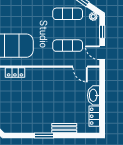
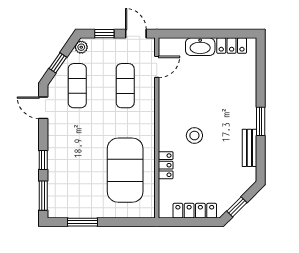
door: (102, 53) -> (136, 34), swing flipped
stool: (35, 92) -> (194, 136), added
bench: (64, 128) -> (249, 148), moved

